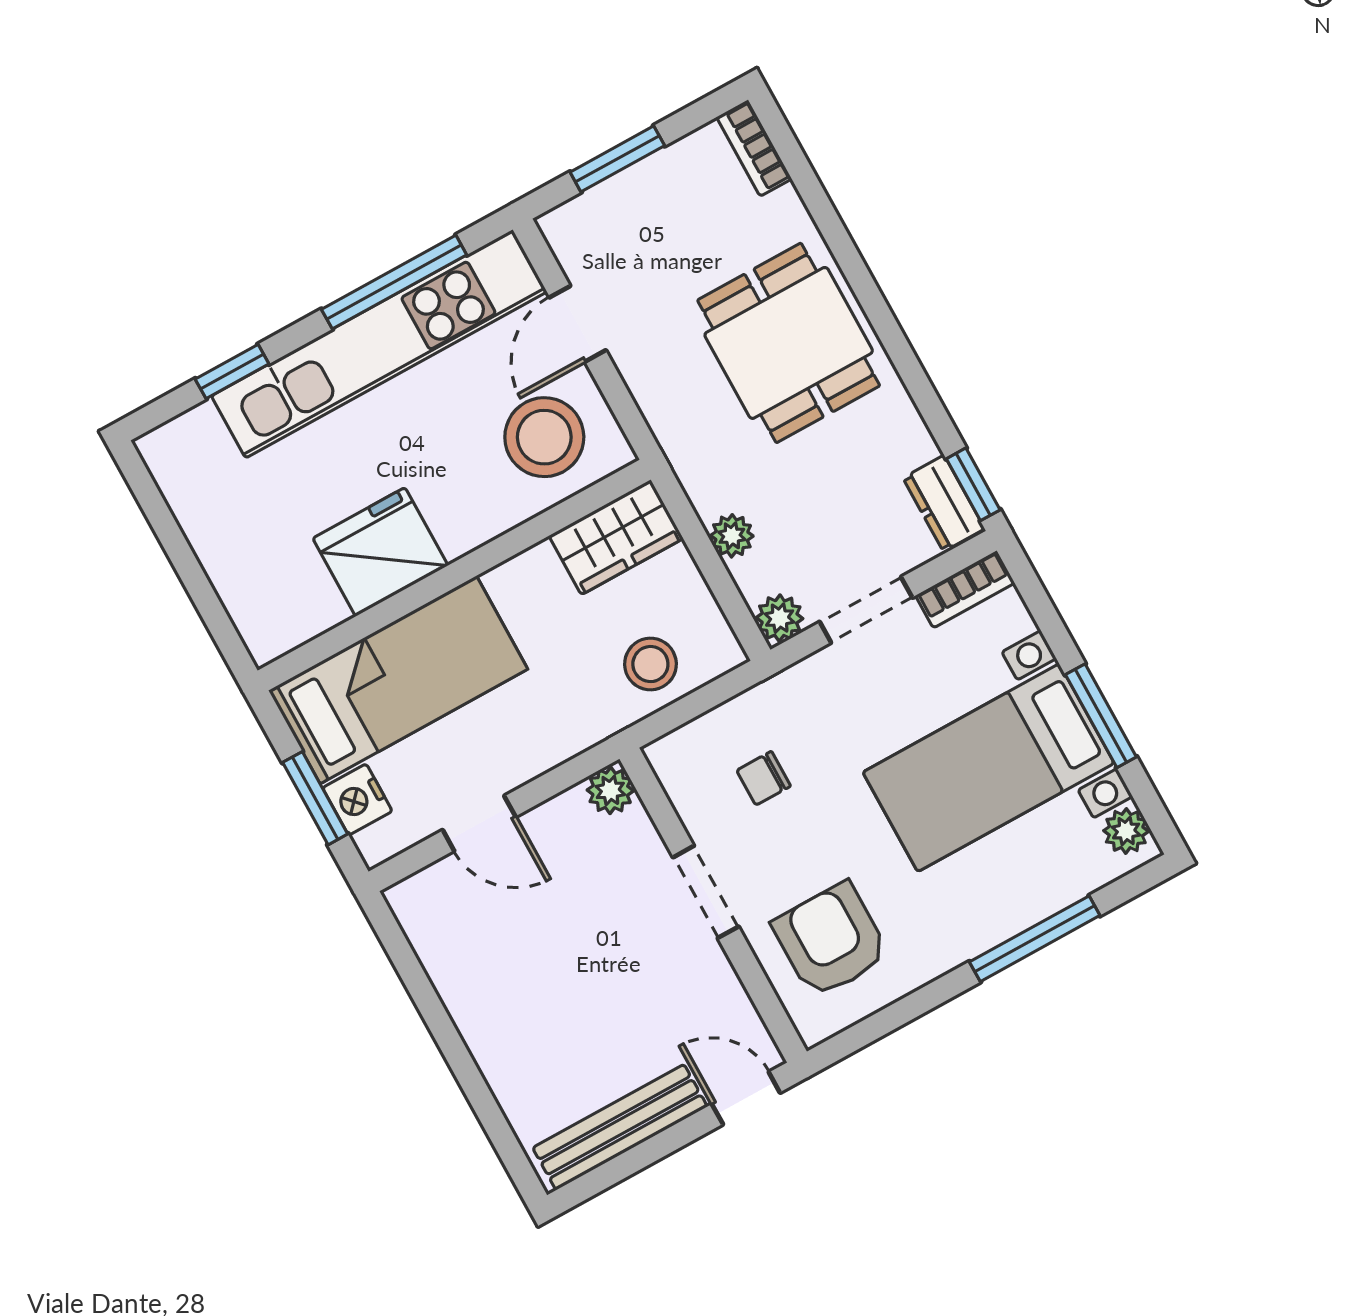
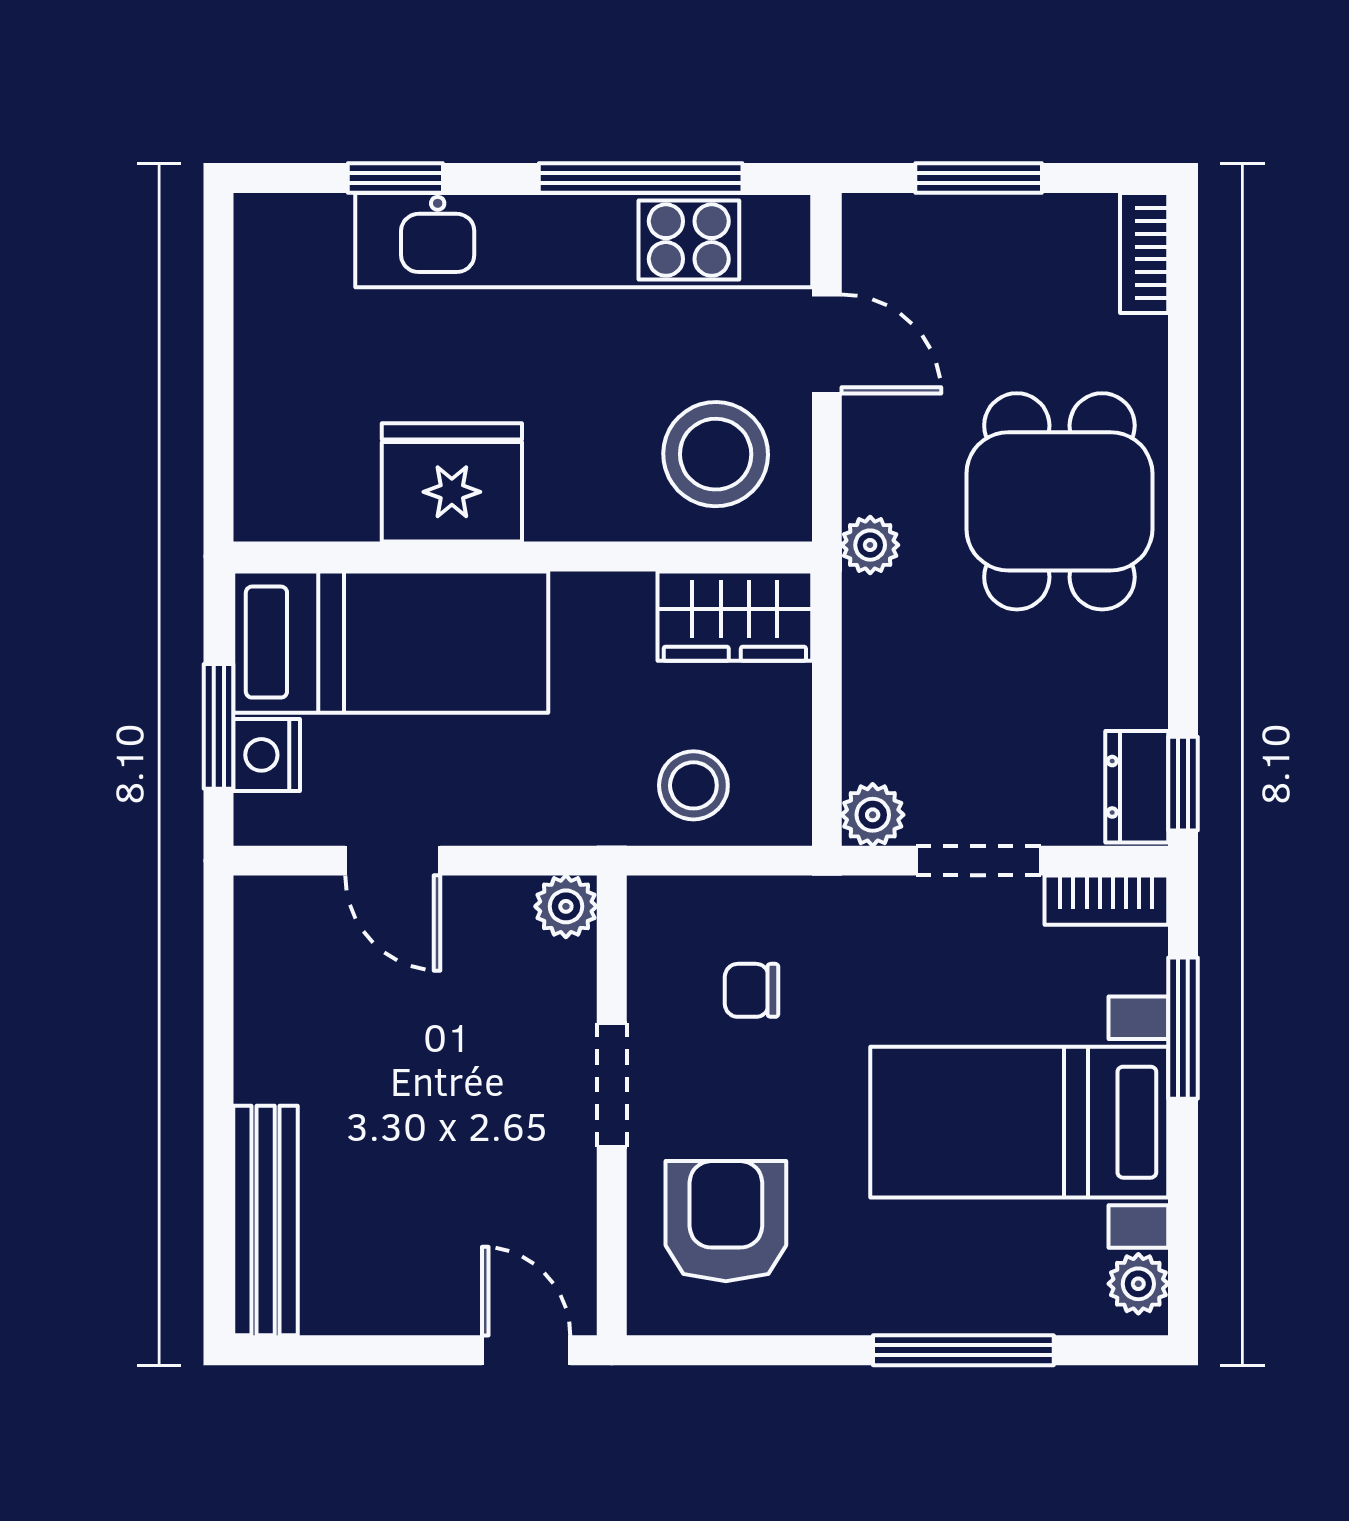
door: (578, 324) -> (827, 344), swing flipped
plant: (732, 536) -> (870, 545), moved
window: (1101, 716) -> (1183, 1028), moved
bench: (620, 1127) -> (266, 1221), moved, turned 90

